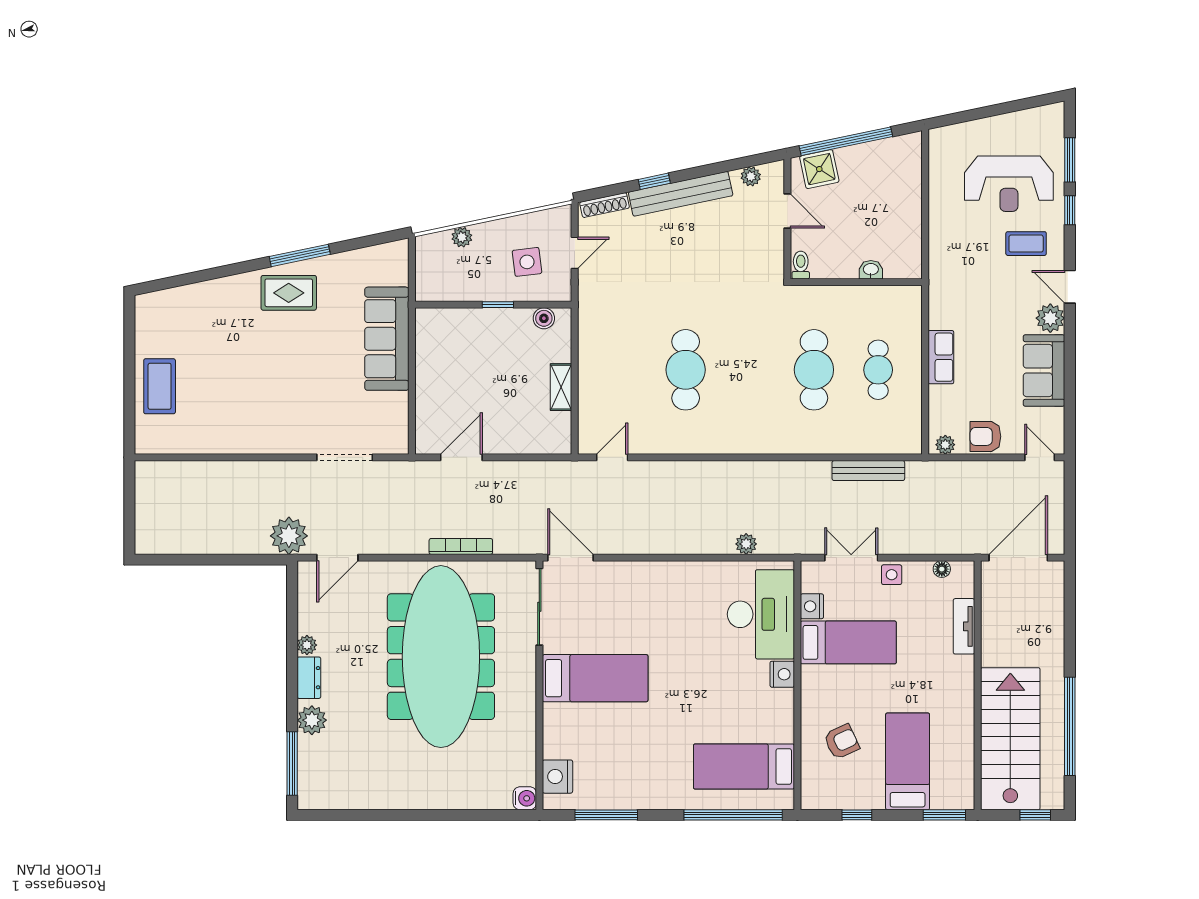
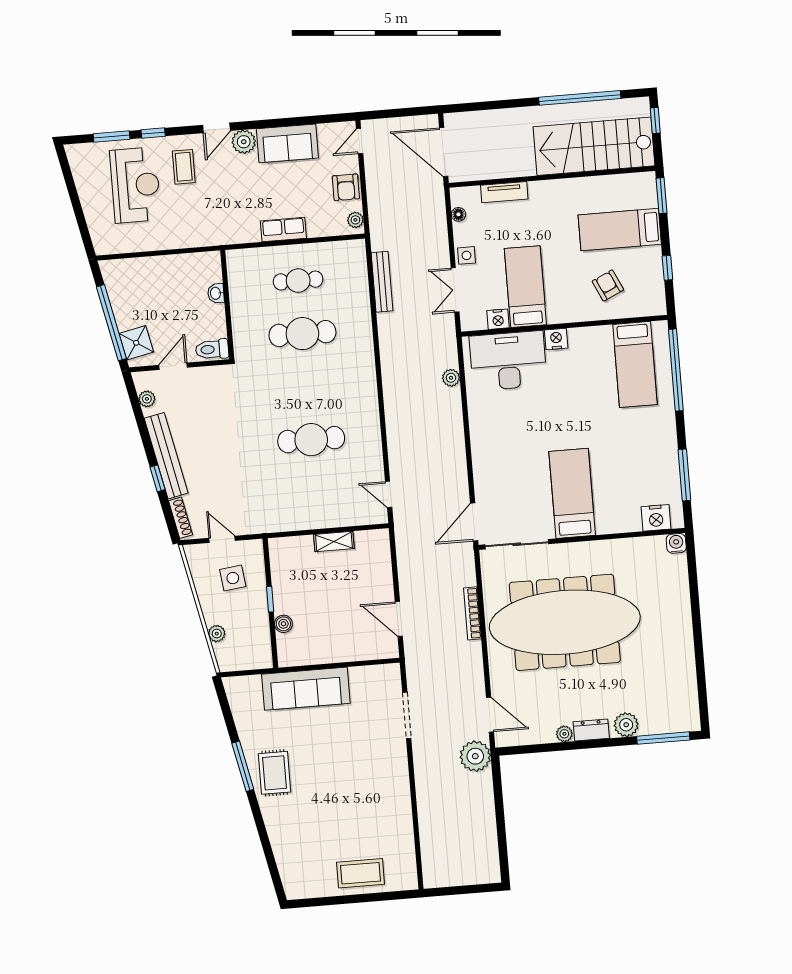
toilet: (801, 265) -> (212, 349), width x1.37, depth x1.39
boiler: (544, 318) -> (283, 624), moved

